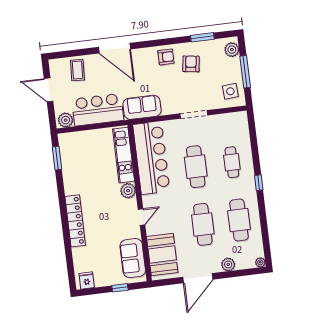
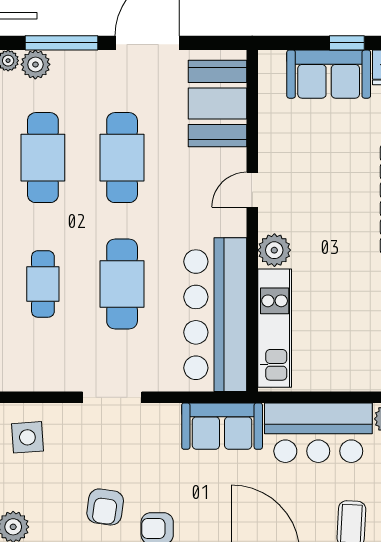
sofa: (133, 258) -> (329, 74), moved, turned 90
plant: (228, 265) -> (35, 64), moved
window: (237, 273) -> (62, 43), added
window: (120, 288) -> (347, 43), moved

